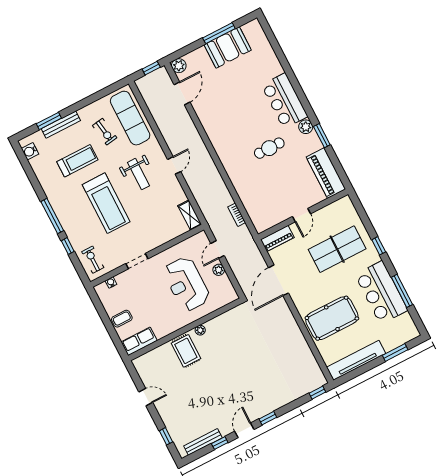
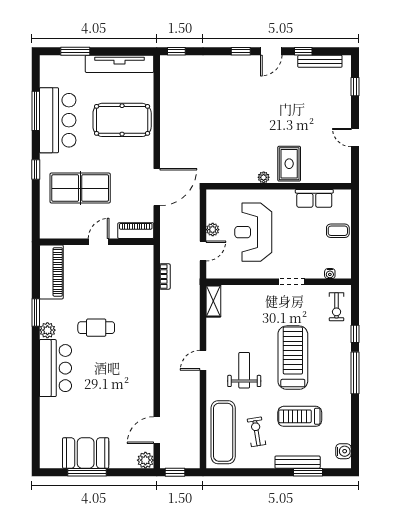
reception desk: (186, 284) -> (253, 232), turned 180
row of seats: (139, 341) -> (314, 198), moved

